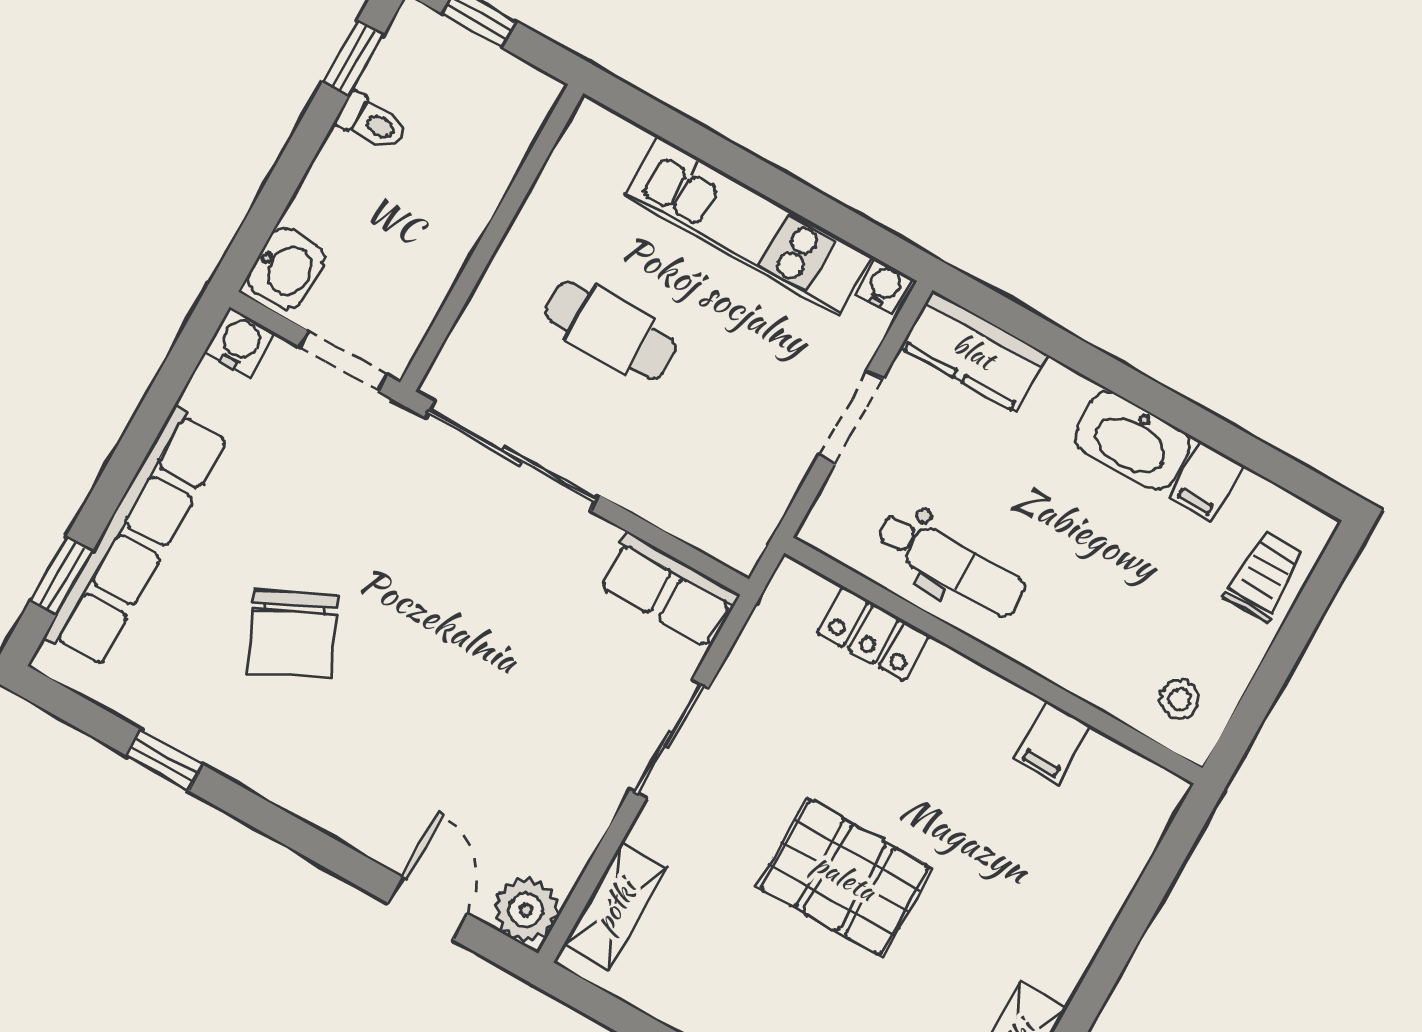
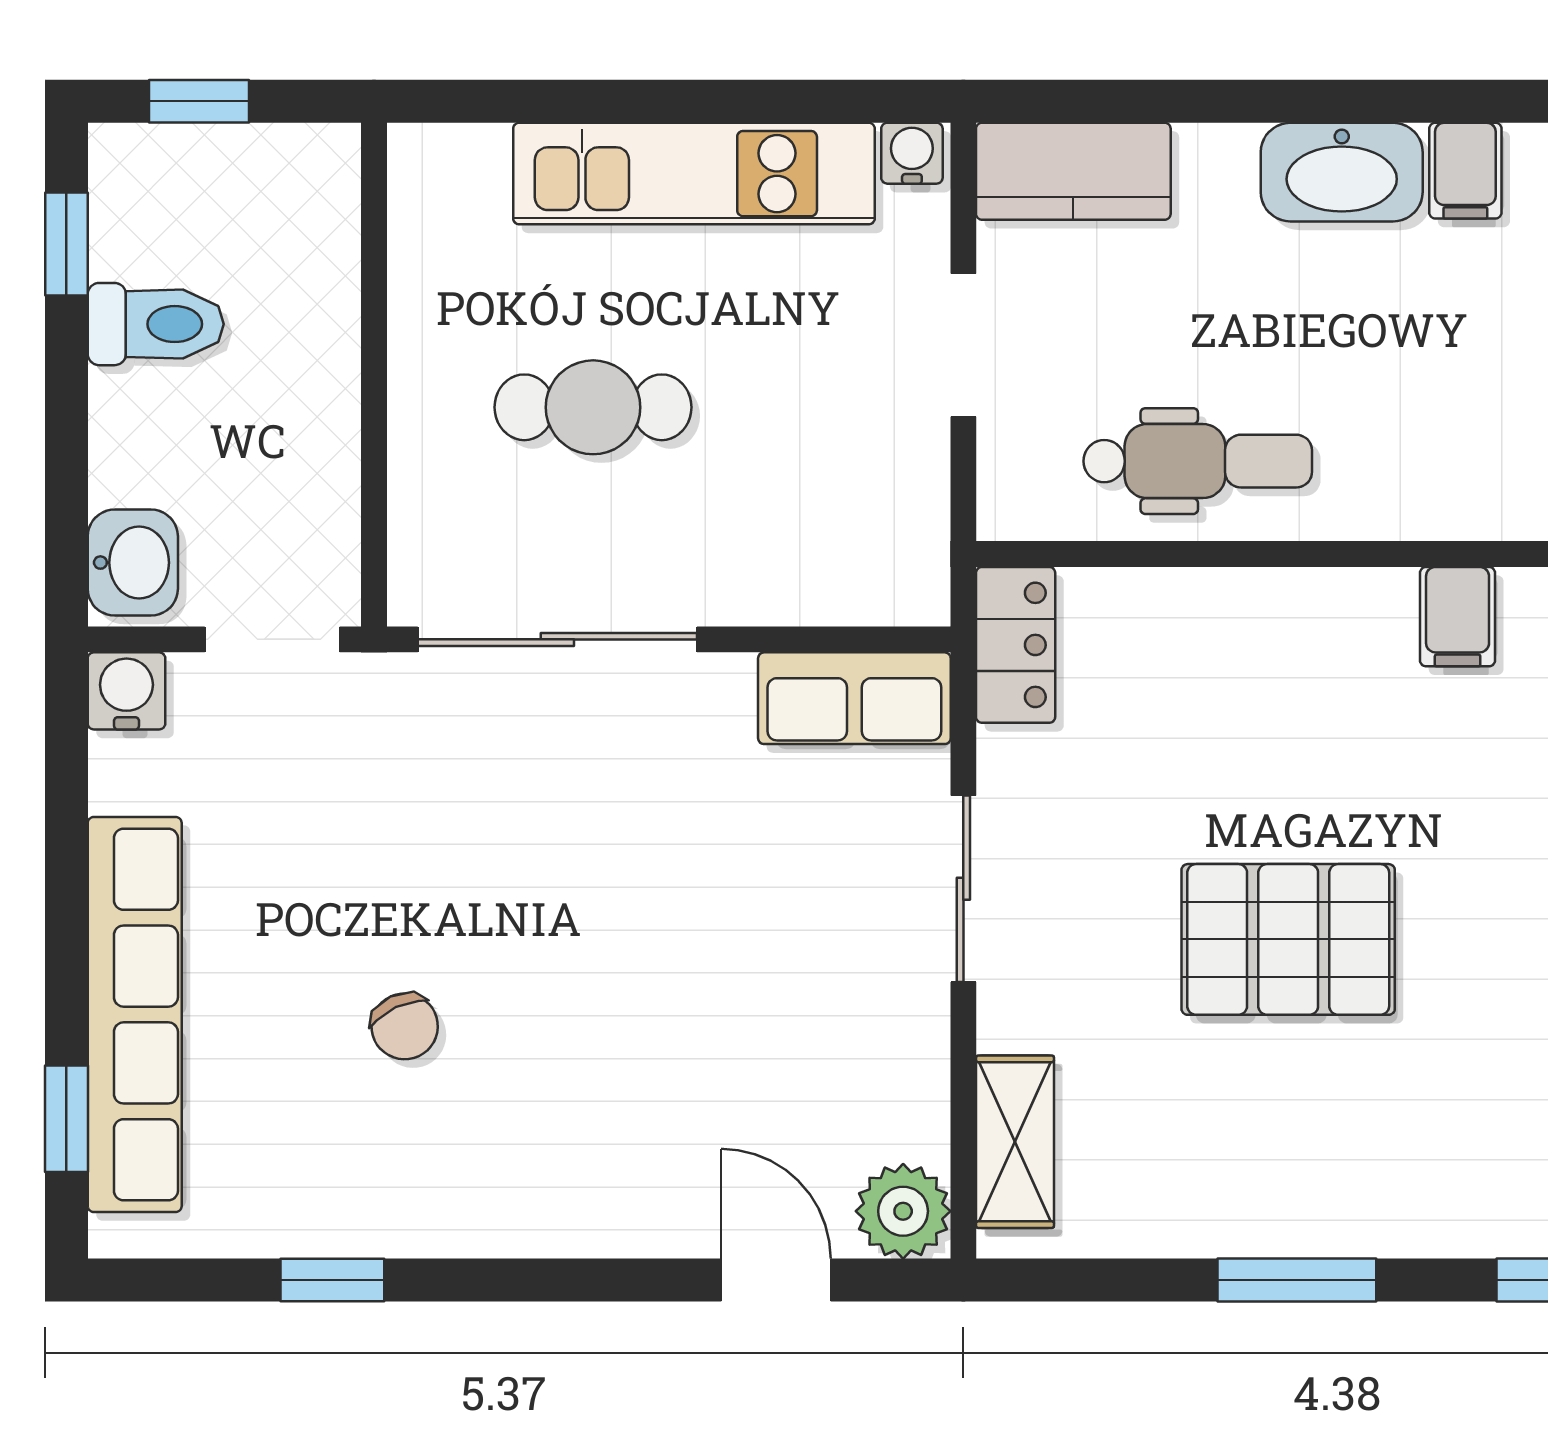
toilet: (372, 122) -> (156, 324), width x1.37, depth x1.39
chair: (292, 634) -> (405, 1026), width x0.54, depth x0.54
locker: (874, 634) -> (1016, 645), moved, turned -90

